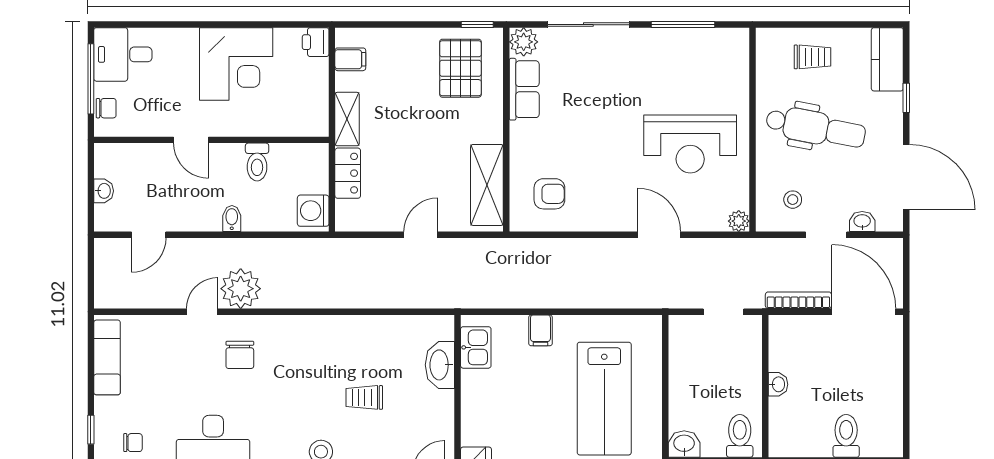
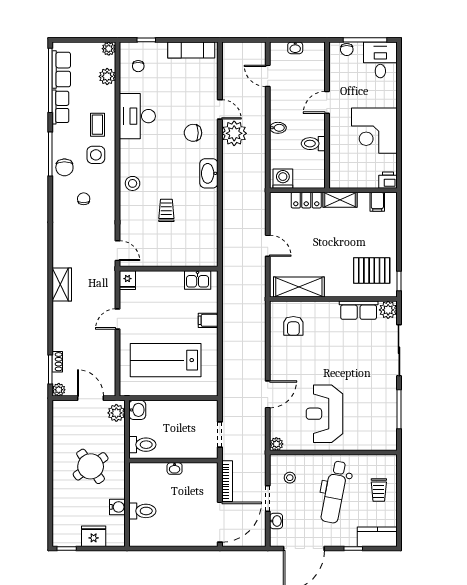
washbasin: (440, 365) -> (209, 173), moved, turned -90

